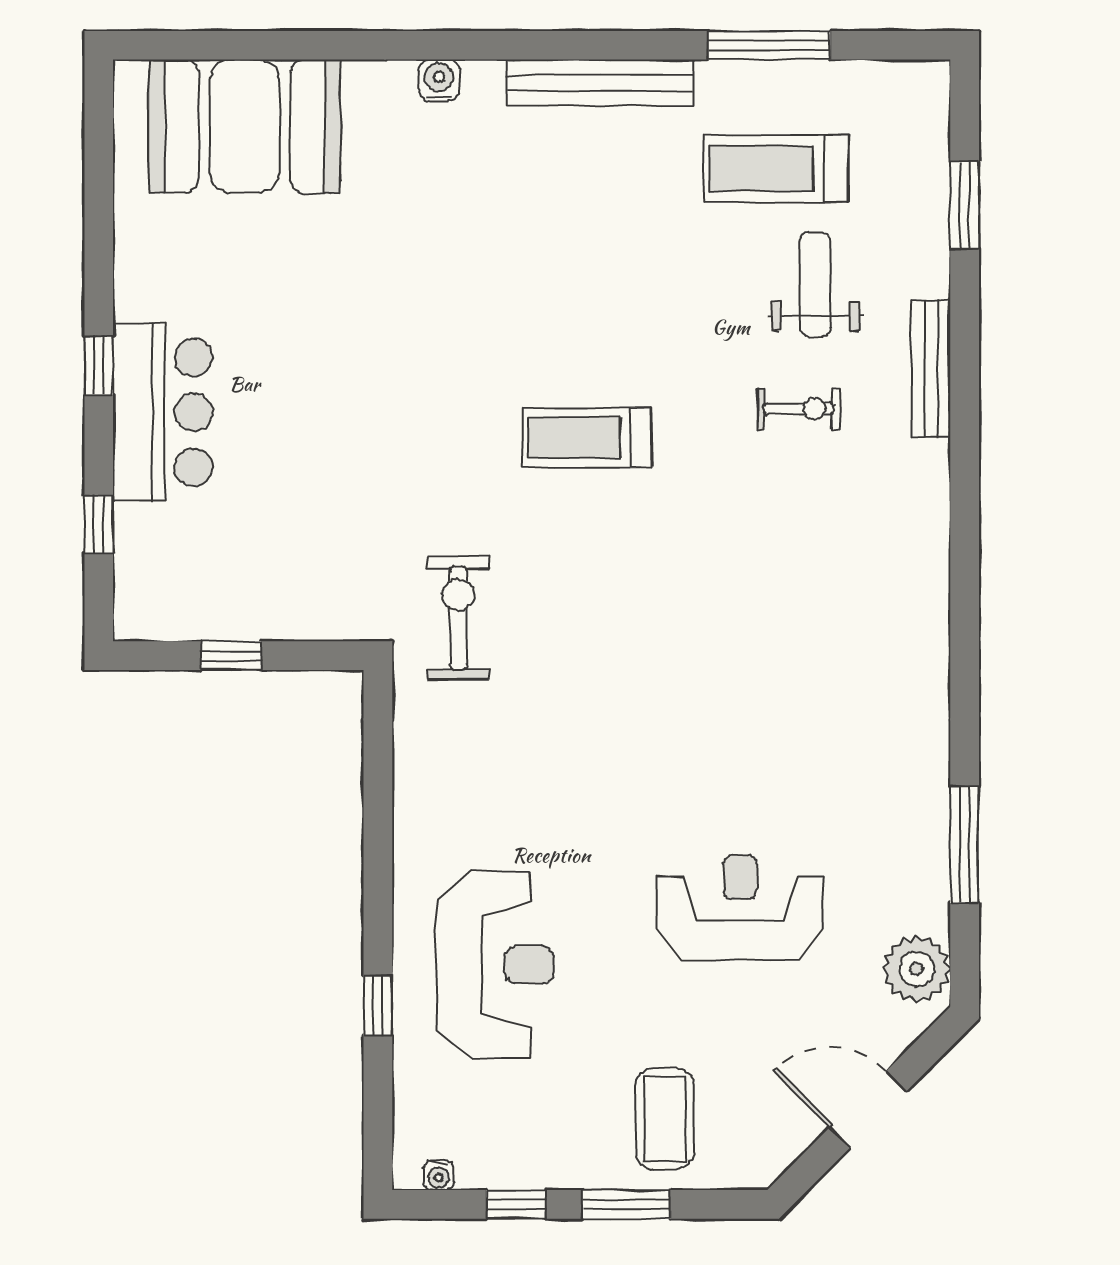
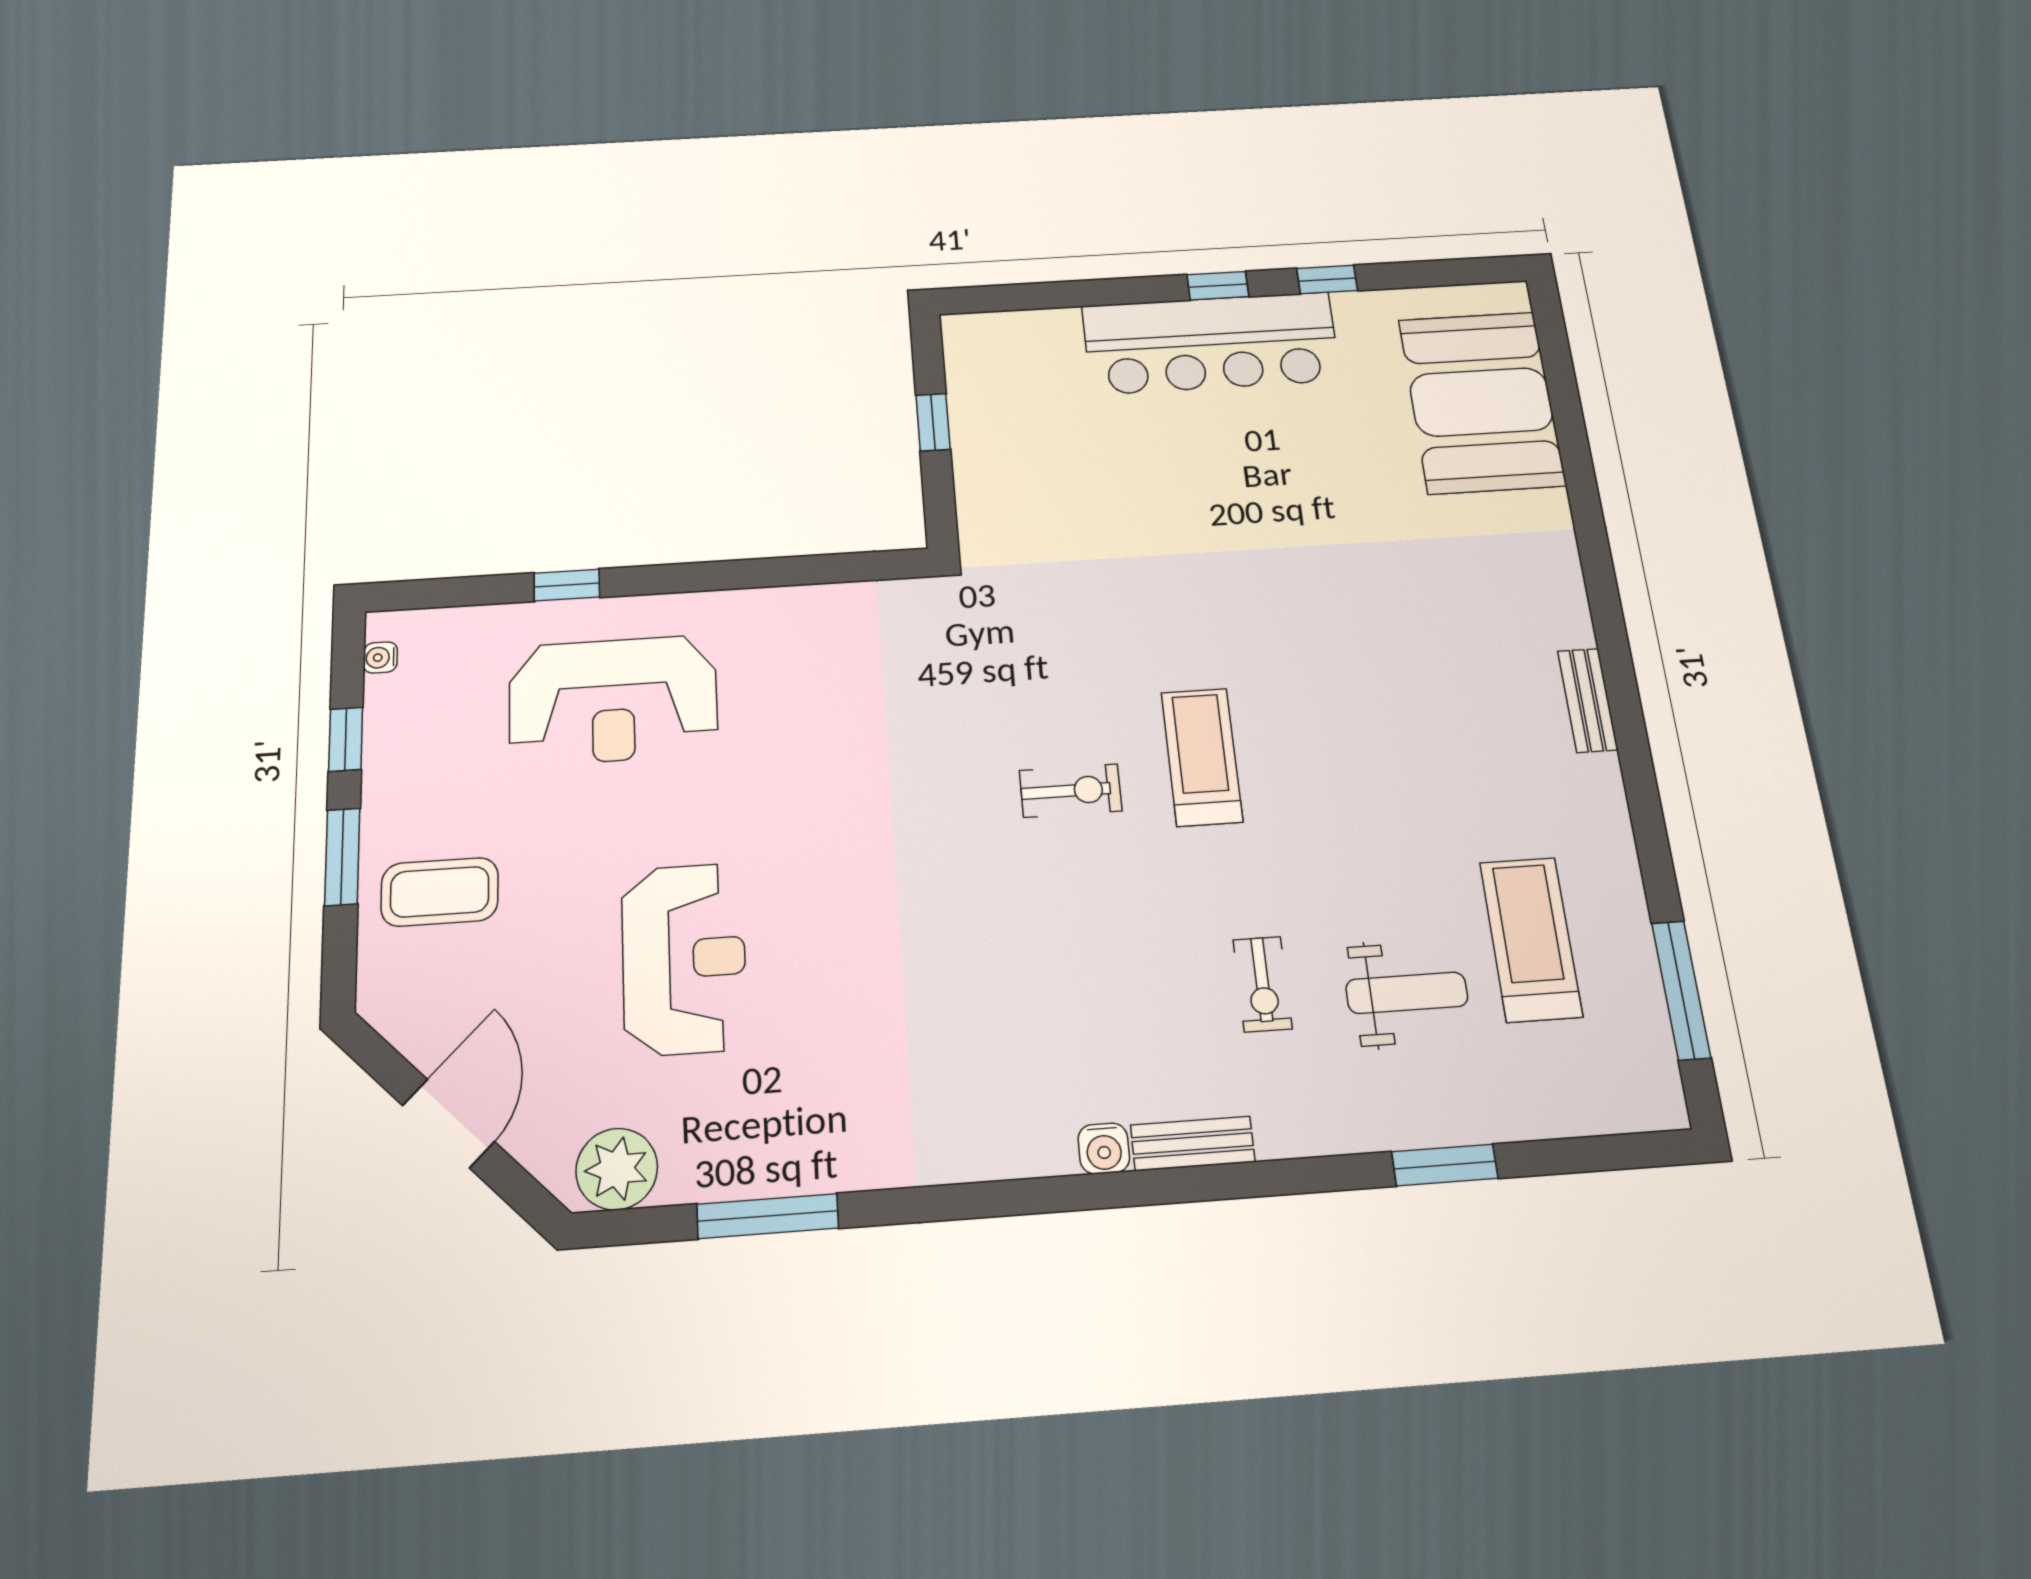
window: (769, 45) -> (1681, 990), moved
water cooler: (439, 80) -> (1104, 1149), moved, turned 90
bench: (600, 83) -> (1588, 700), width x0.54, depth x0.82
window: (965, 205) -> (1445, 1165), moved
bench: (931, 369) -> (1193, 1144), moved, width x0.73
bar counter: (163, 412) -> (1211, 343), width x1.36
window: (99, 525) -> (1327, 279), moved
exercise bike: (458, 618) -> (1071, 791), moved, width x0.73, depth x0.72

